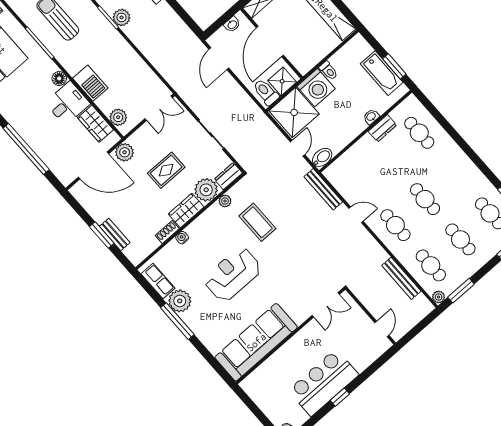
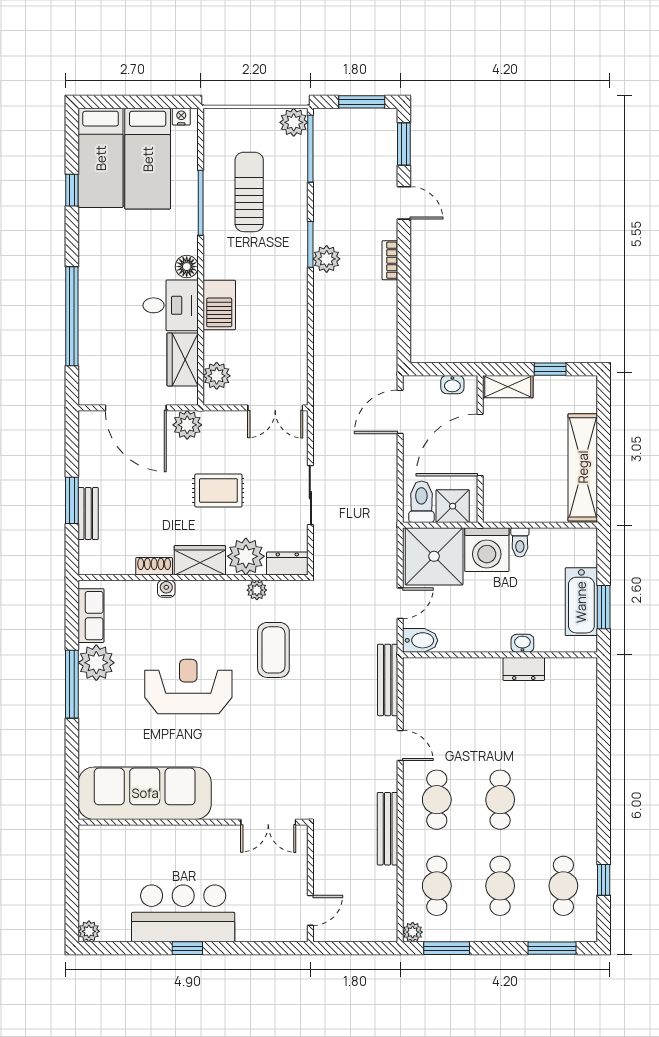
cafe table: (419, 133) -> (563, 714), removed
bench: (401, 278) -> (388, 829), moved

